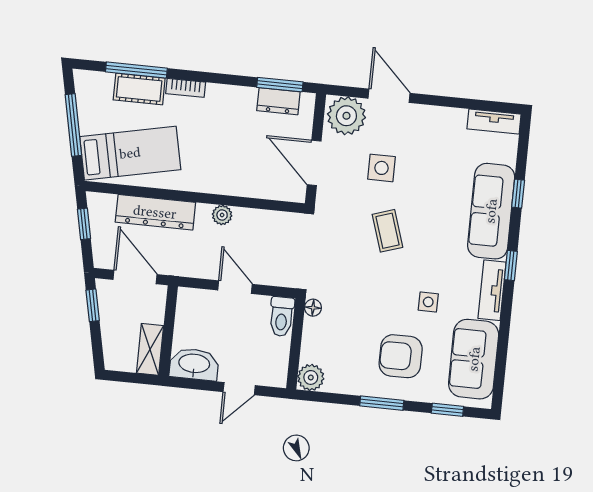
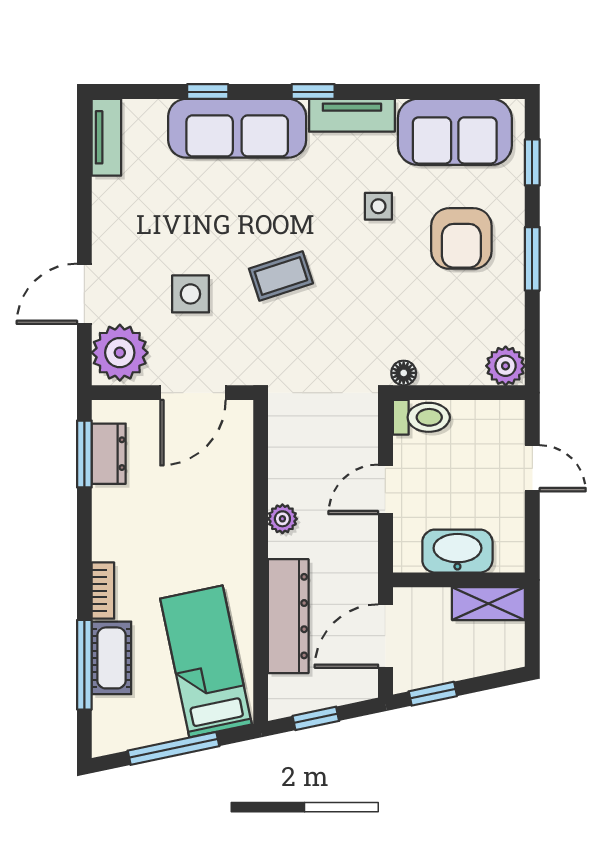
washbasin: (194, 364) -> (457, 551), moved, turned 90

